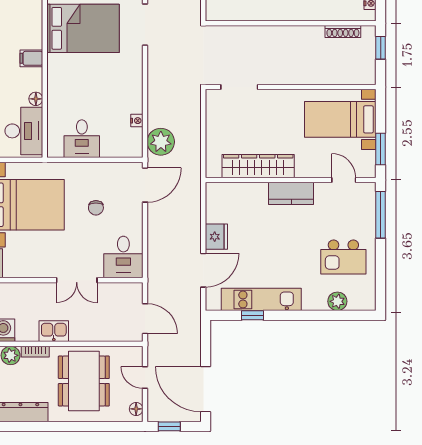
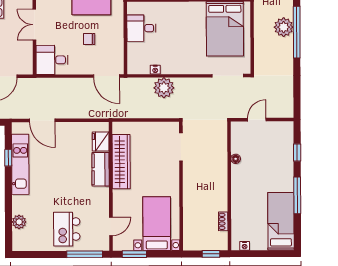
floor lamp: (255, 15) -> (236, 159), added
shoe rack: (343, 32) -> (223, 221), width x0.70
plant: (161, 142) -> (164, 88), moved
kitchen counter: (291, 193) -> (101, 169), moved
fridge: (216, 237) -> (101, 142), moved, turned 90
kitchen island: (343, 257) -> (67, 229), moved

